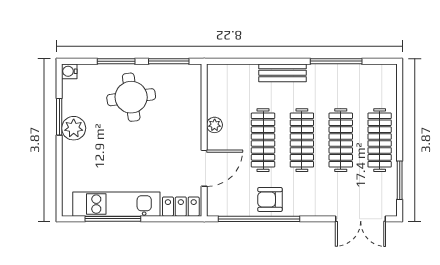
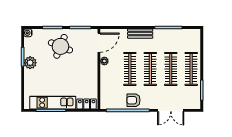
round table: (131, 97) -> (60, 46), turned 30
door: (204, 168) -> (99, 43), moved
double door: (361, 219) -> (171, 110), moved

